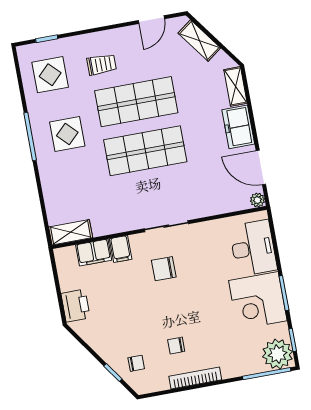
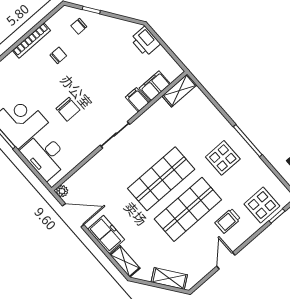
door: (151, 20) -> (226, 261), moved
display table: (50, 75) -> (262, 205), moved
chair: (164, 269) -> (68, 109), moved, turned 90

